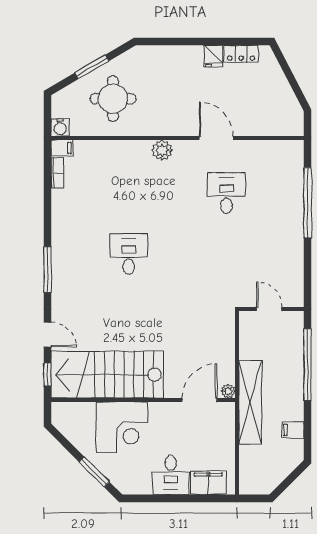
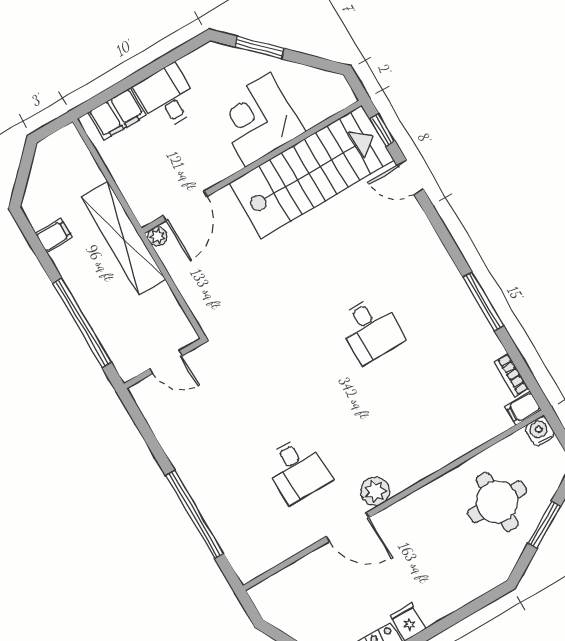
plant: (162, 150) -> (375, 491), moved
window: (48, 269) -> (483, 301), moved

